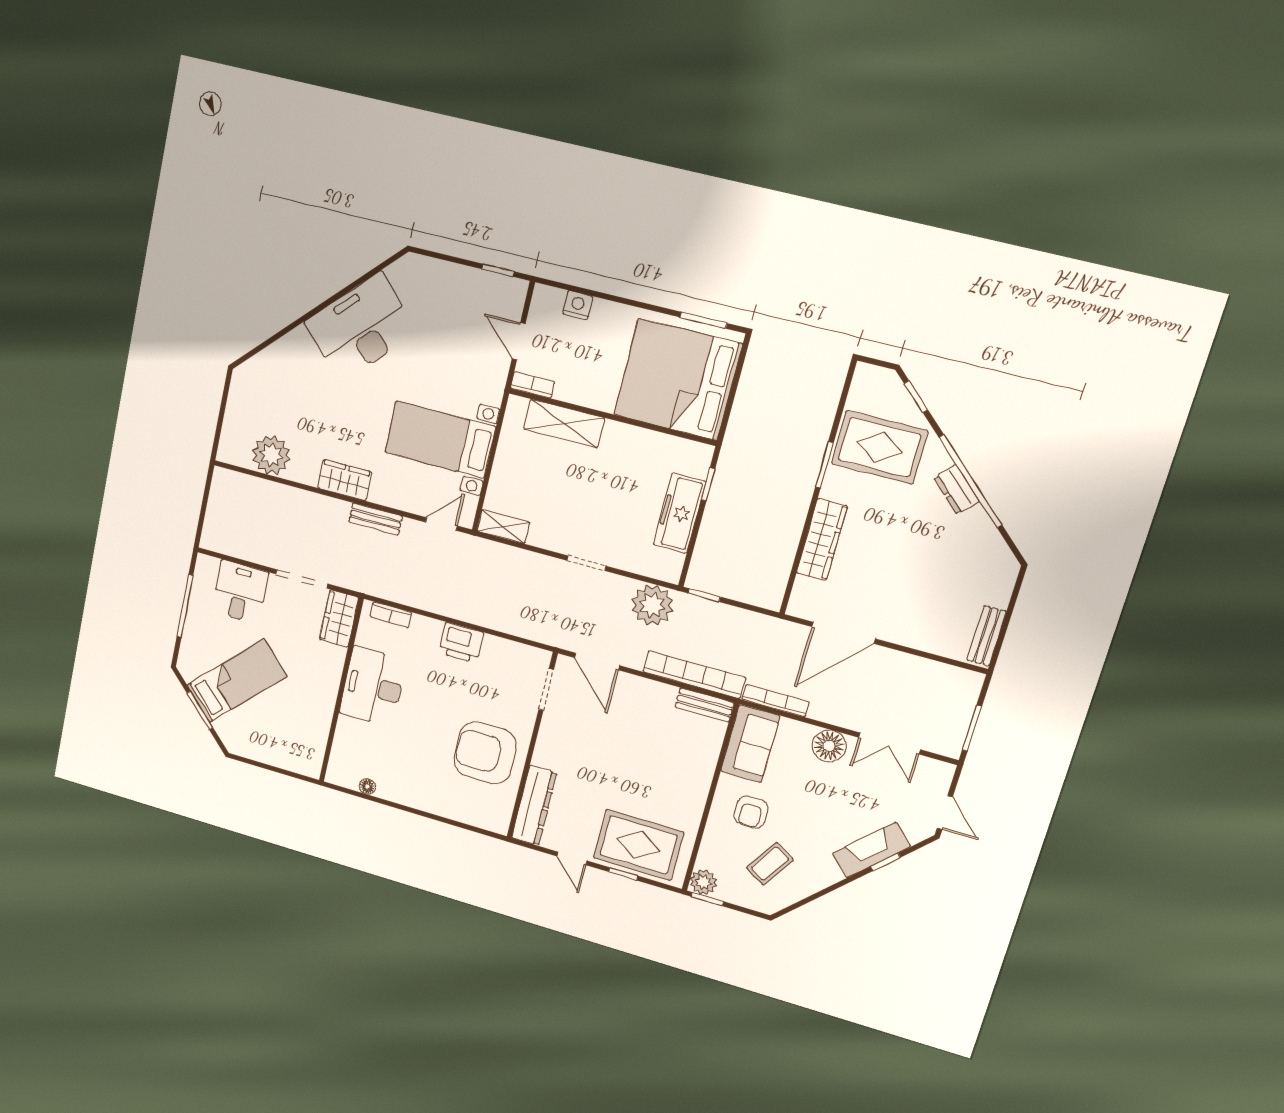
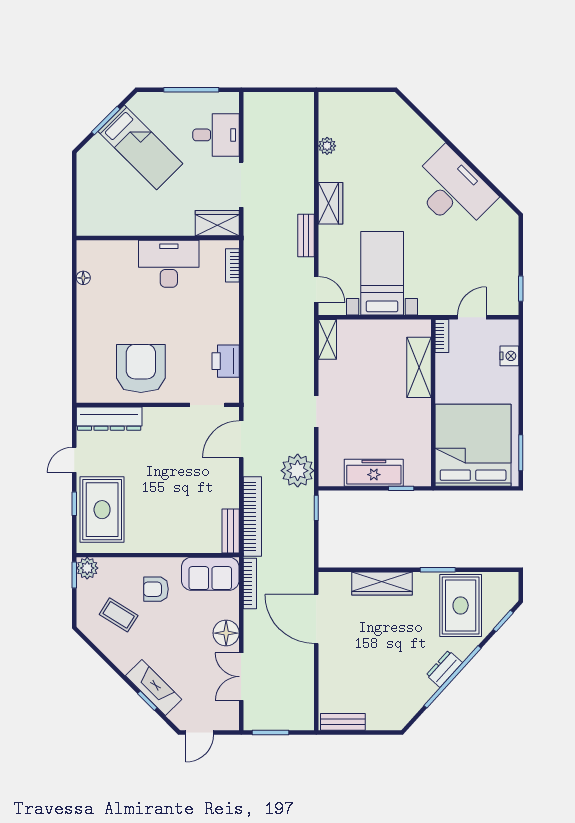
plant: (271, 455) -> (327, 146), width x0.53, depth x0.53
printer: (461, 643) -> (226, 361), moved

